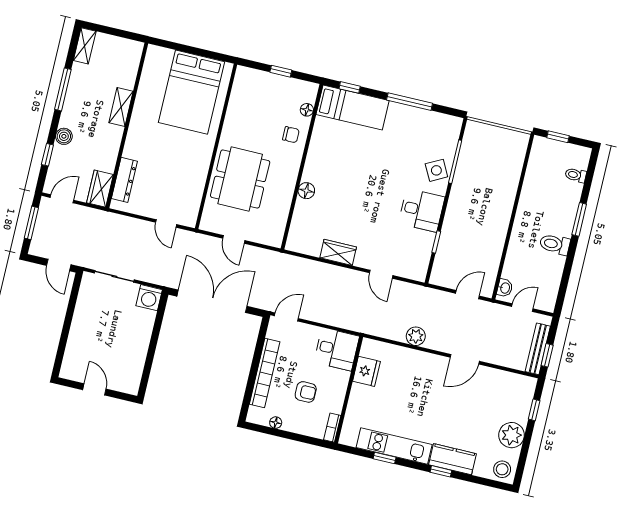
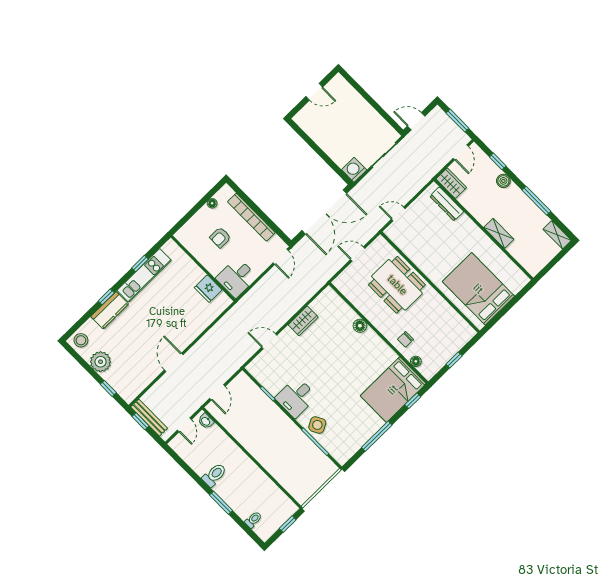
bed: (353, 107) -> (393, 390), width x1.50
plant: (416, 336) -> (211, 338), removed
bookcase: (332, 428) -> (184, 240), removed

